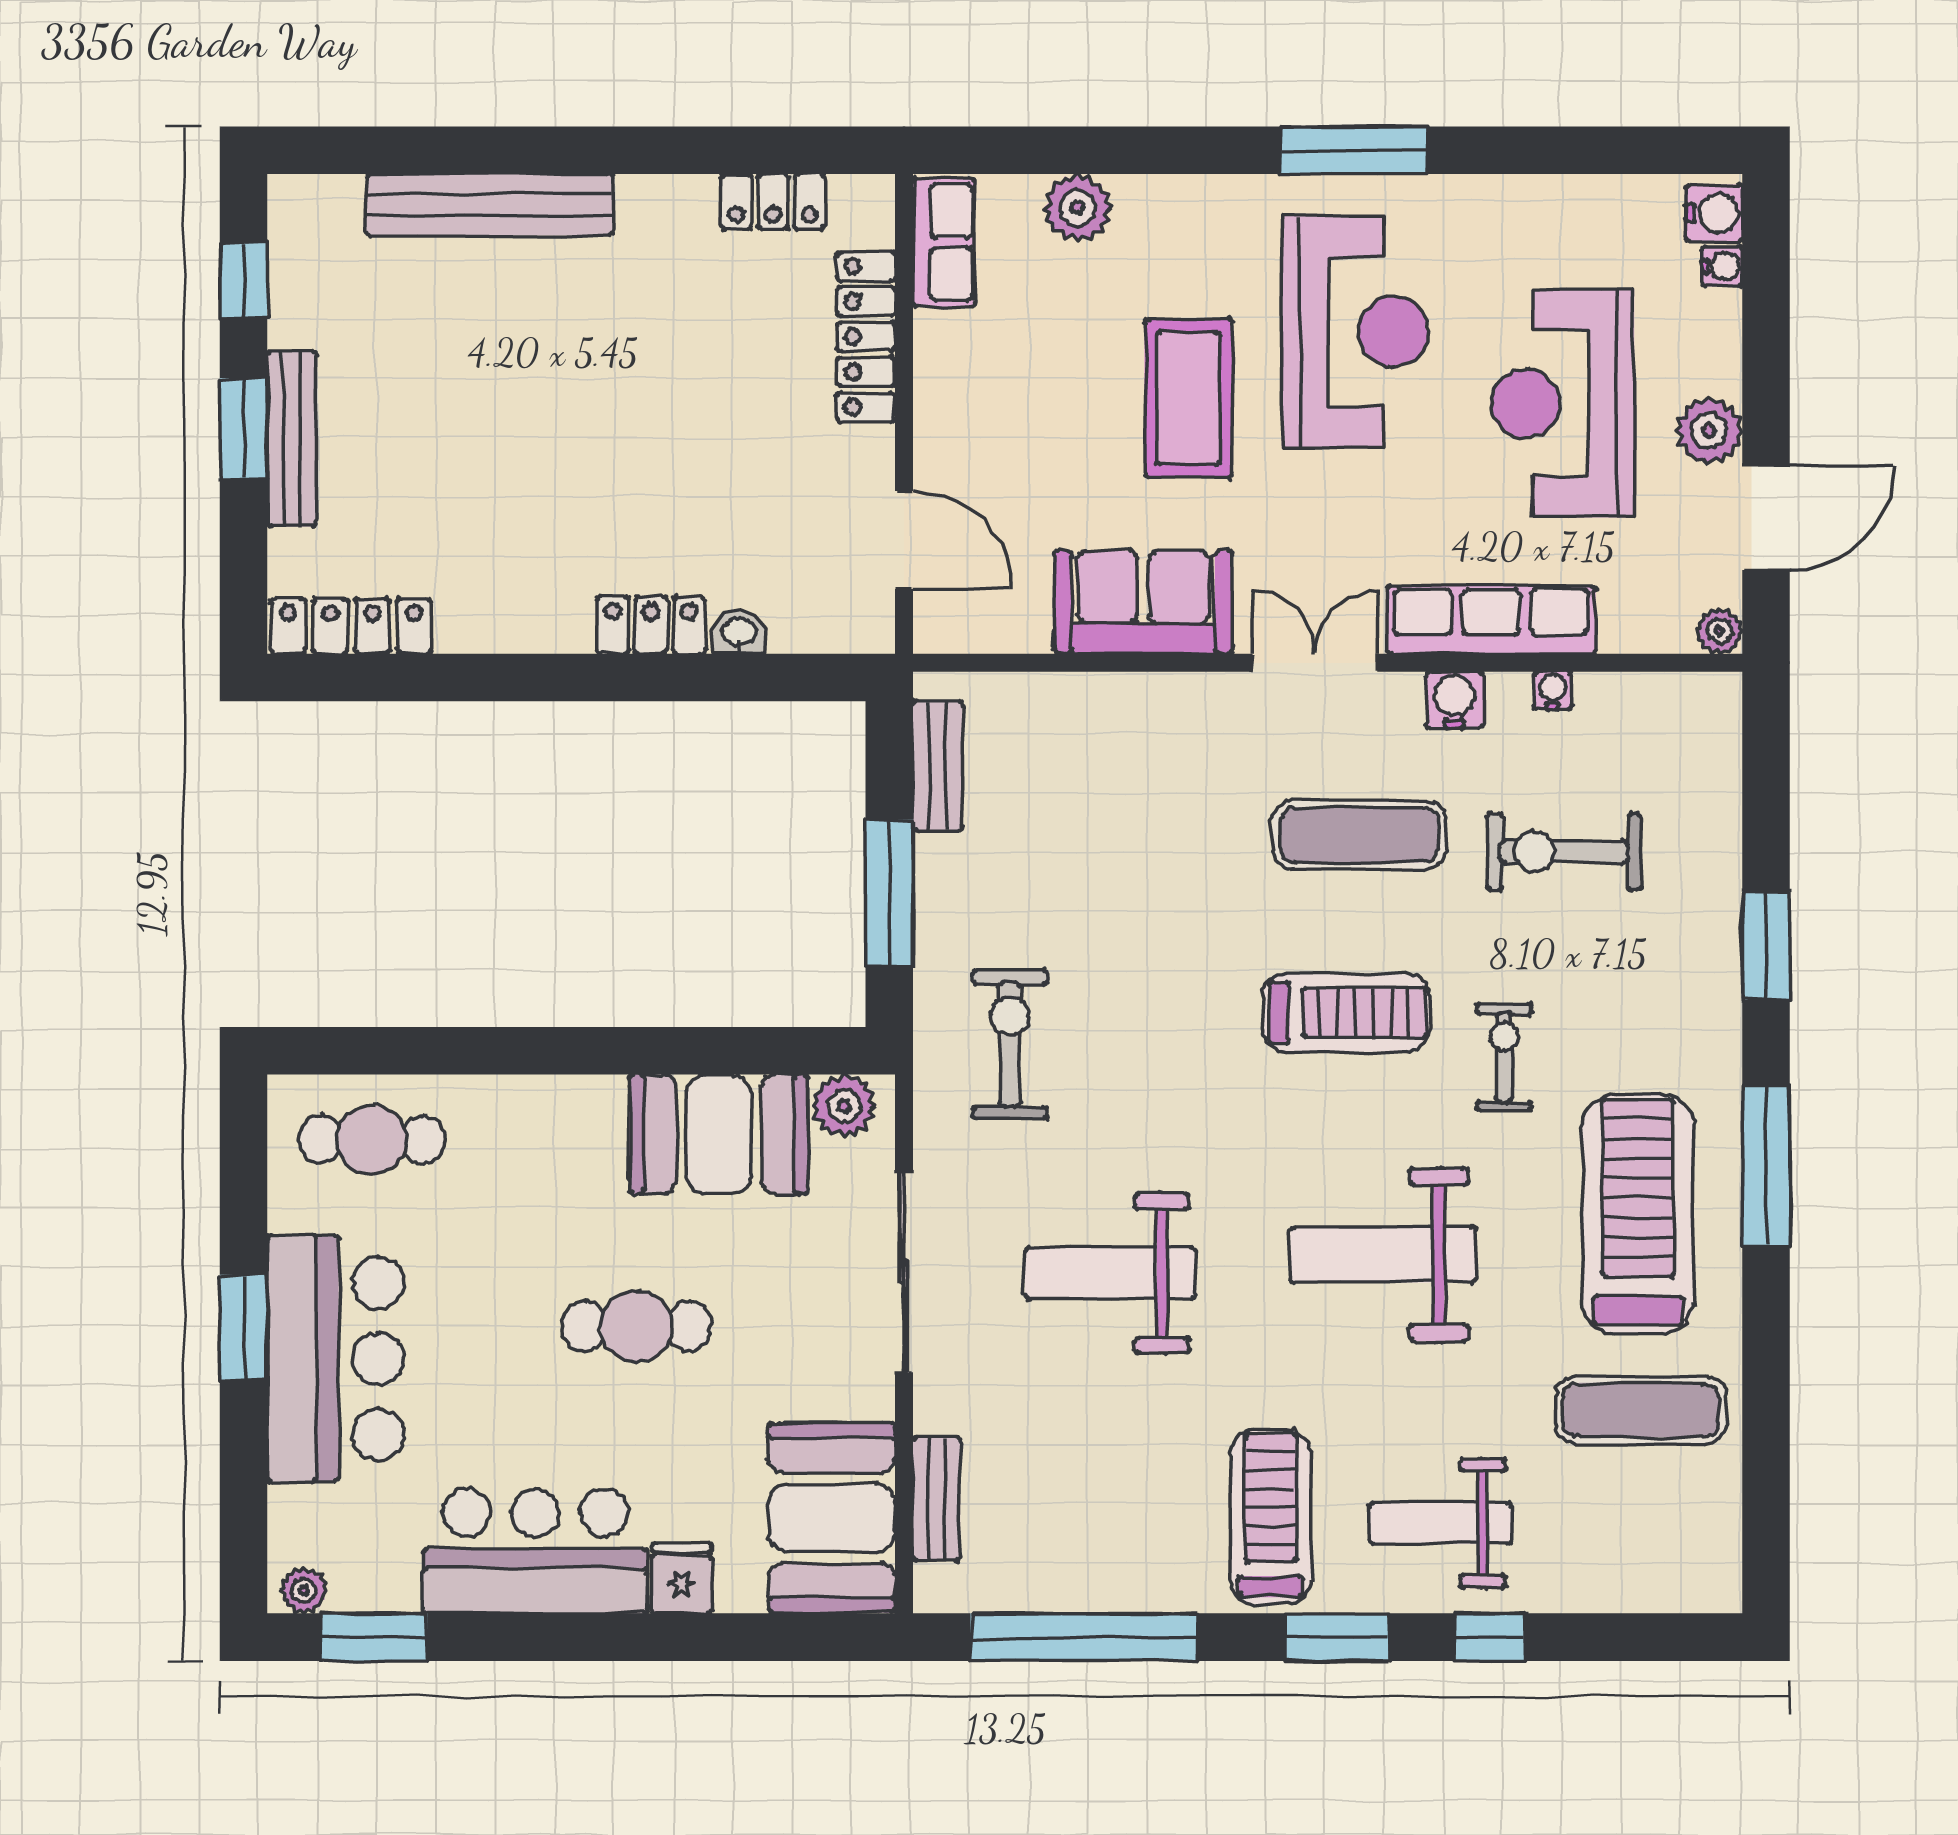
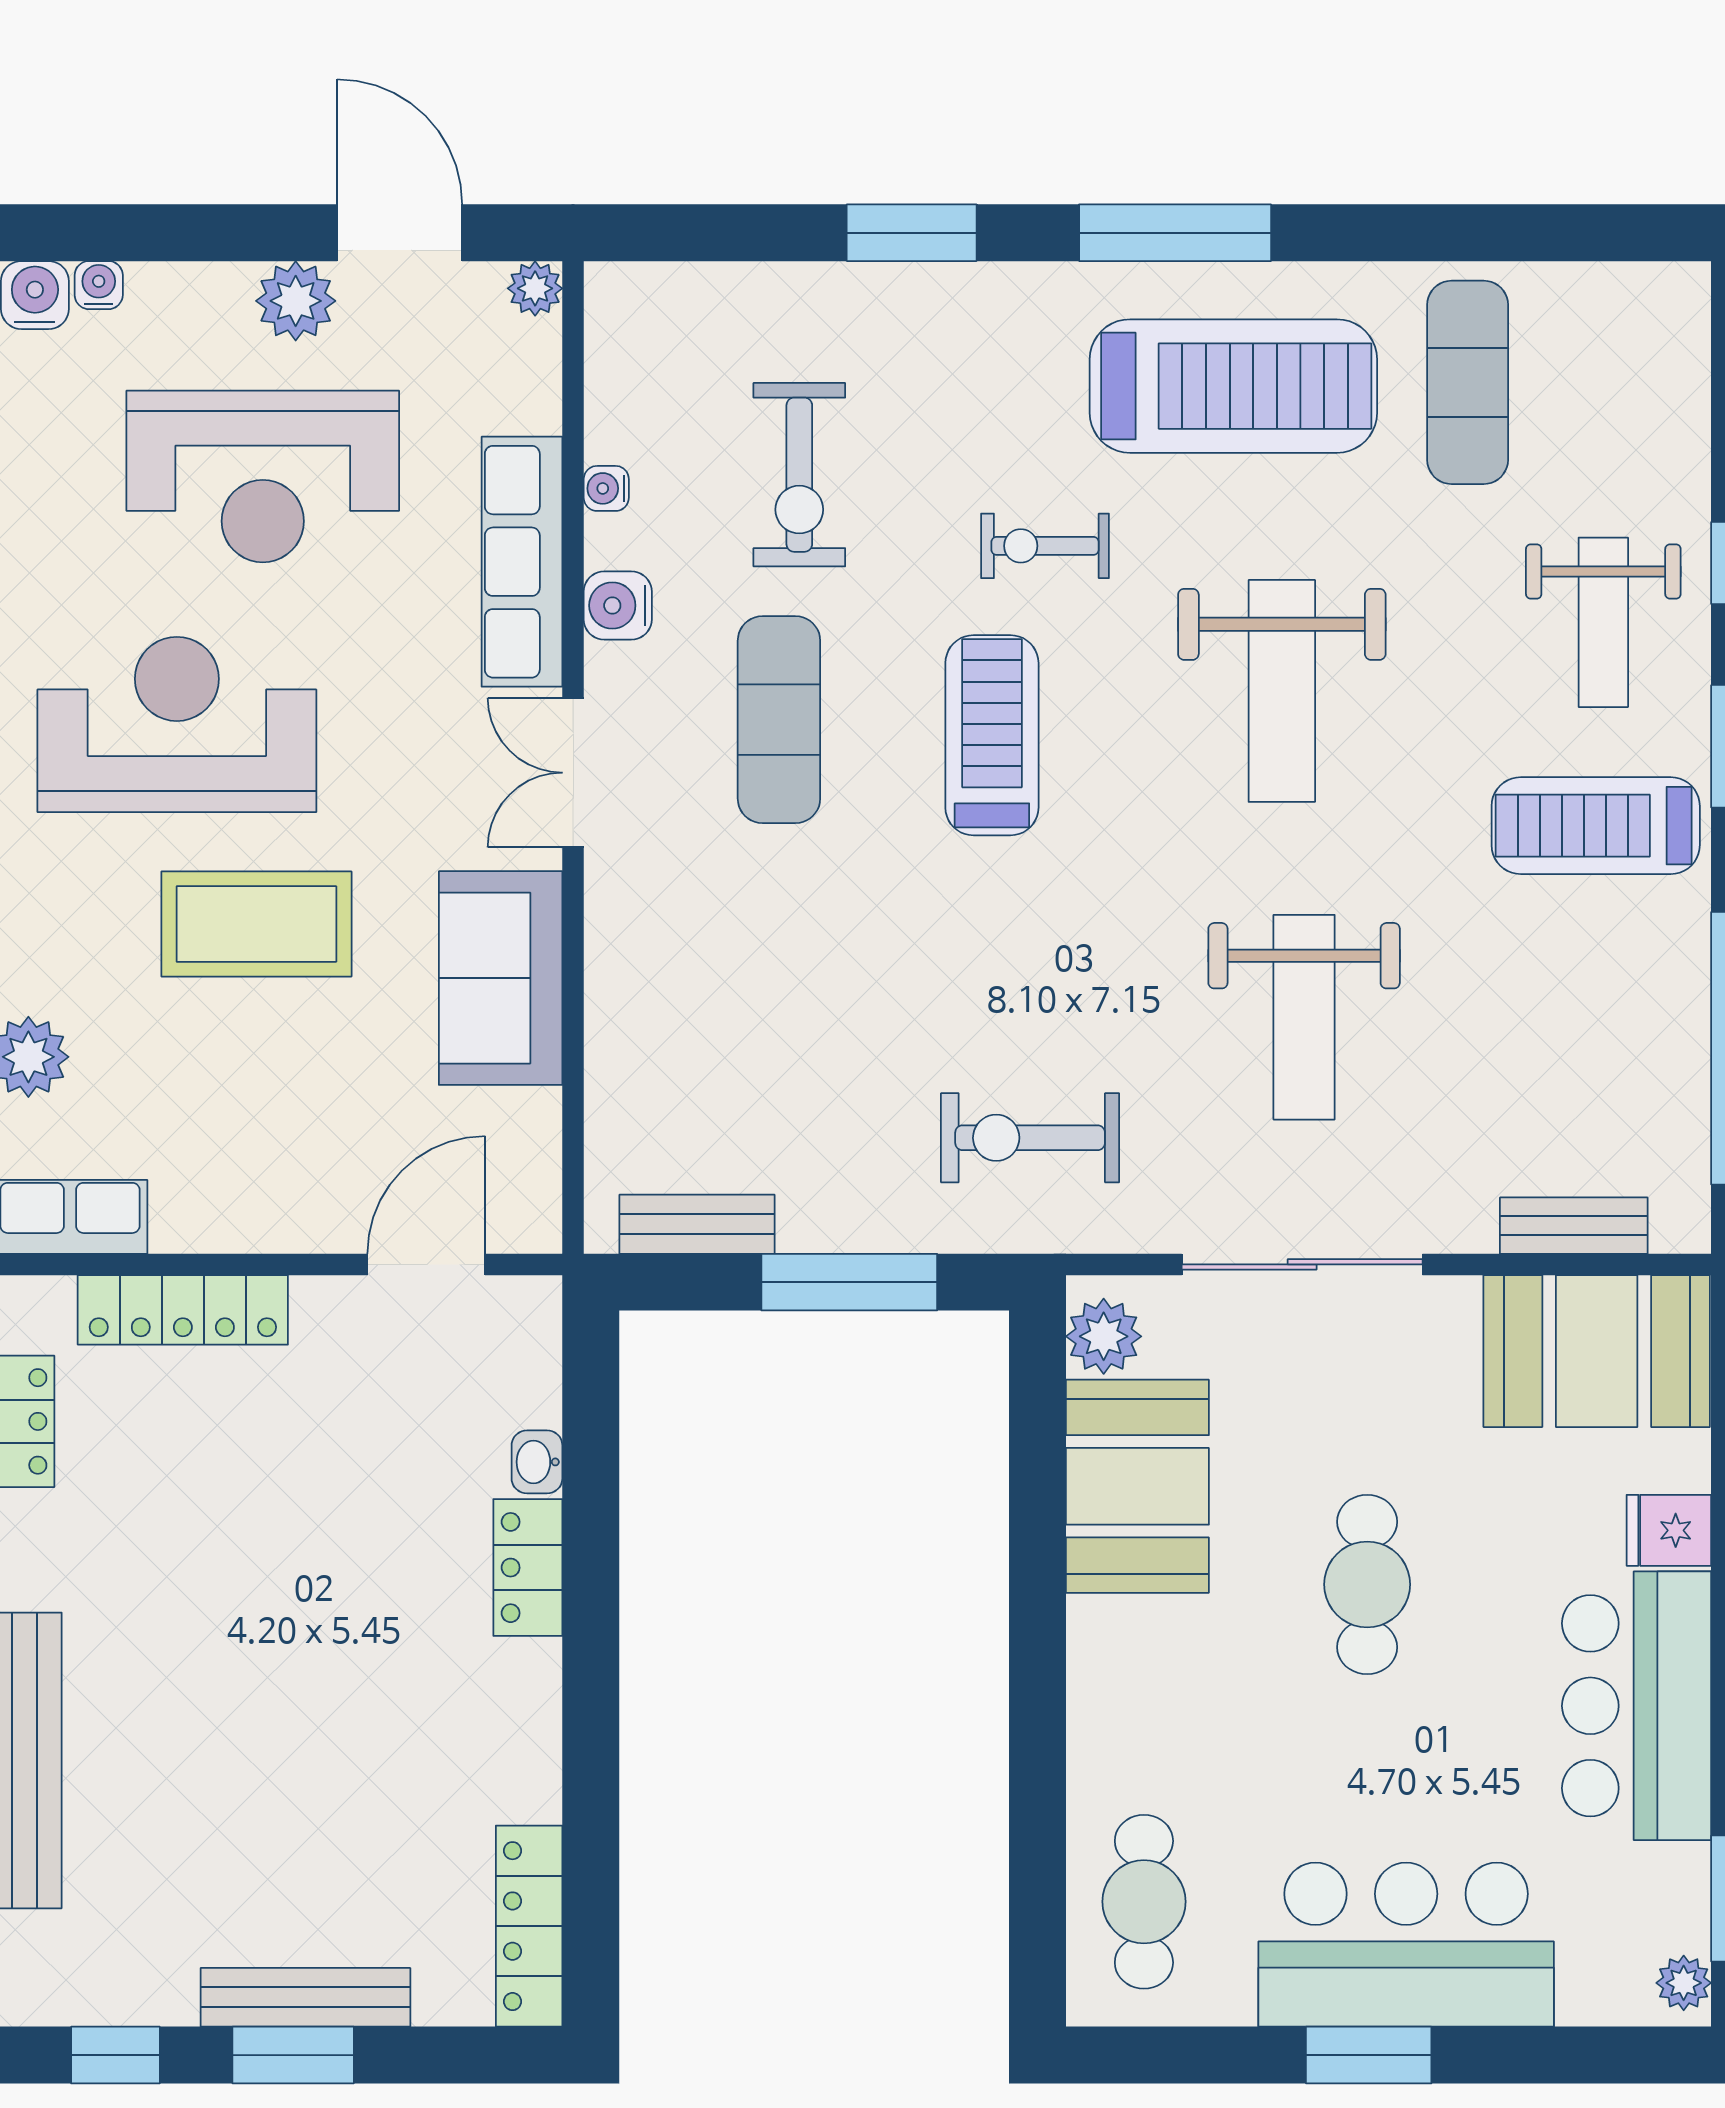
treadmill: (1638, 1214) -> (1233, 386), turned 180

